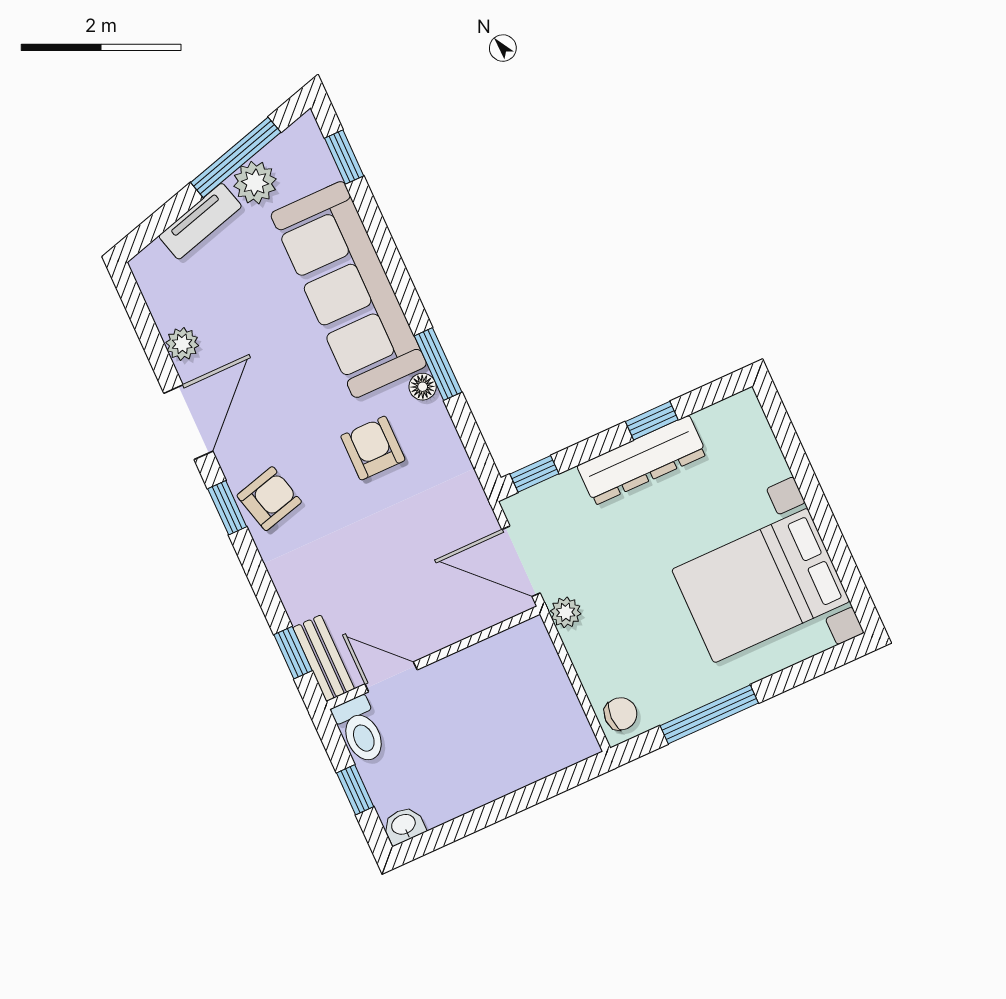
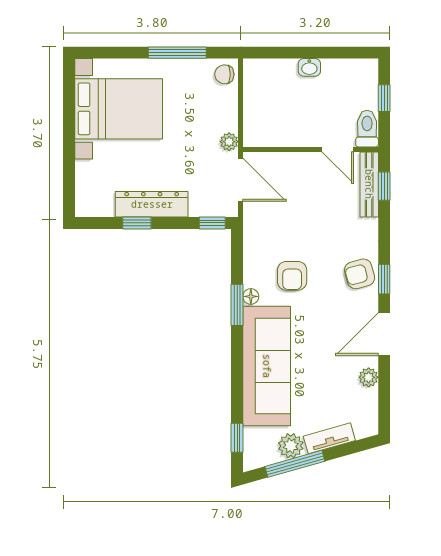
bench: (324, 658) -> (369, 184), width x1.36
washbasin: (404, 825) -> (309, 67), moved

